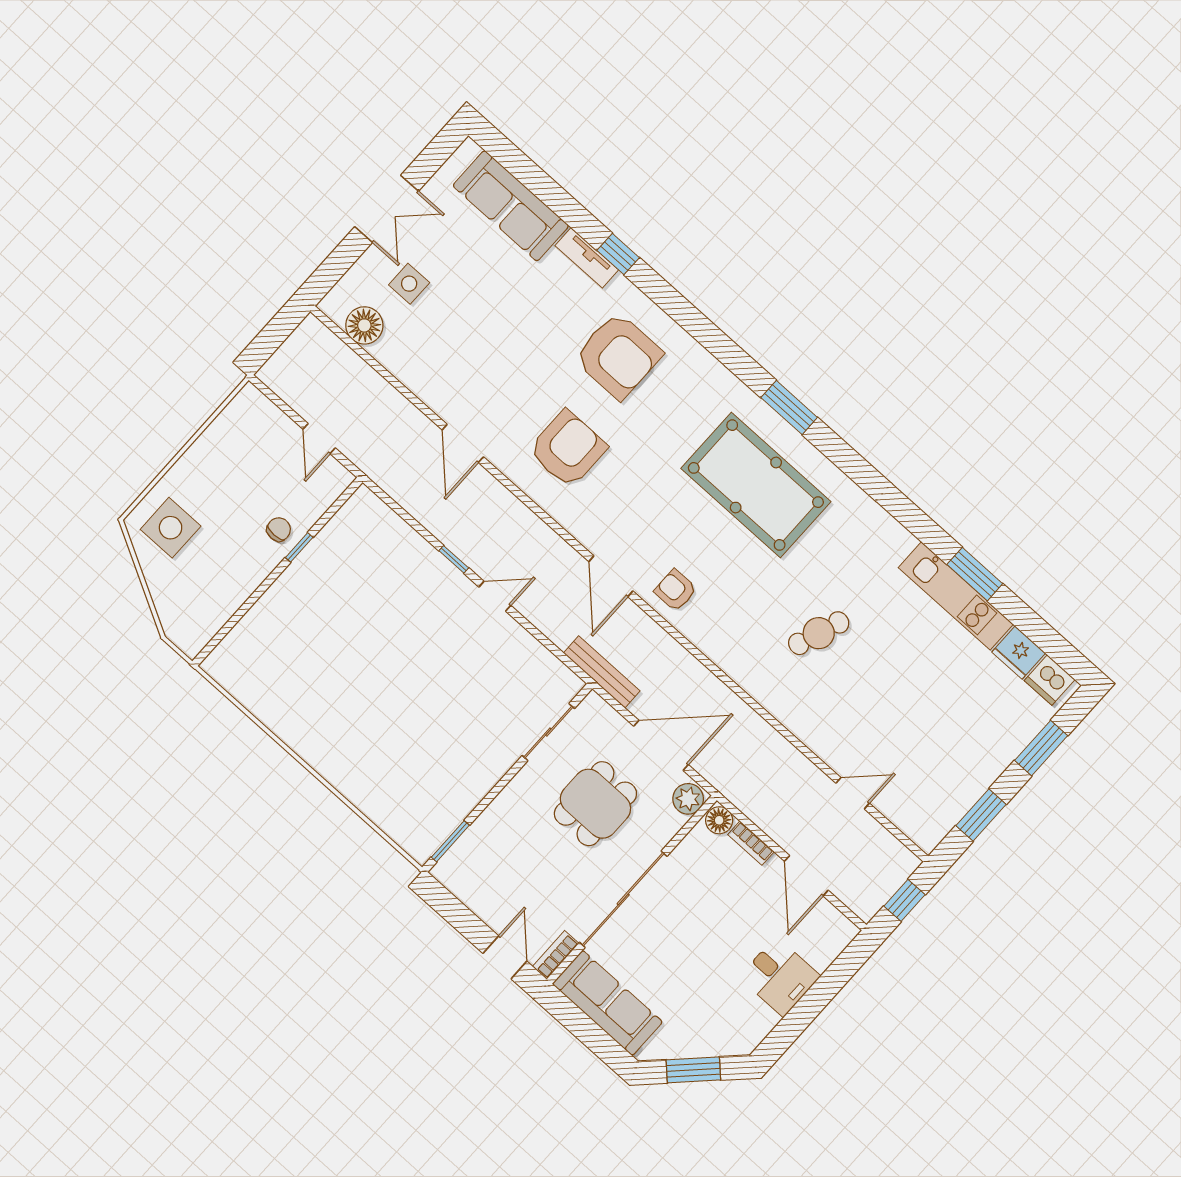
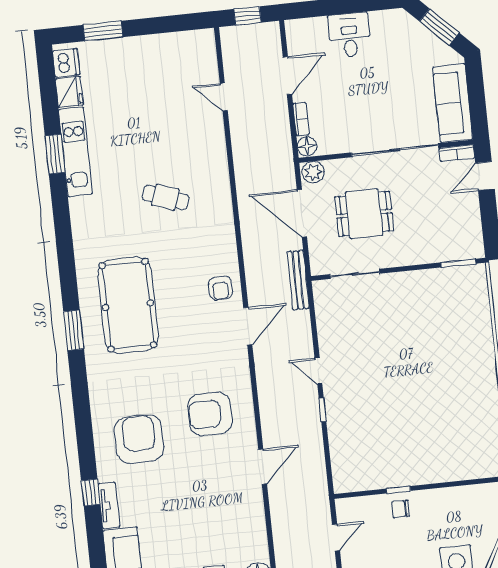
window: (981, 815) -> (166, 24), removed

